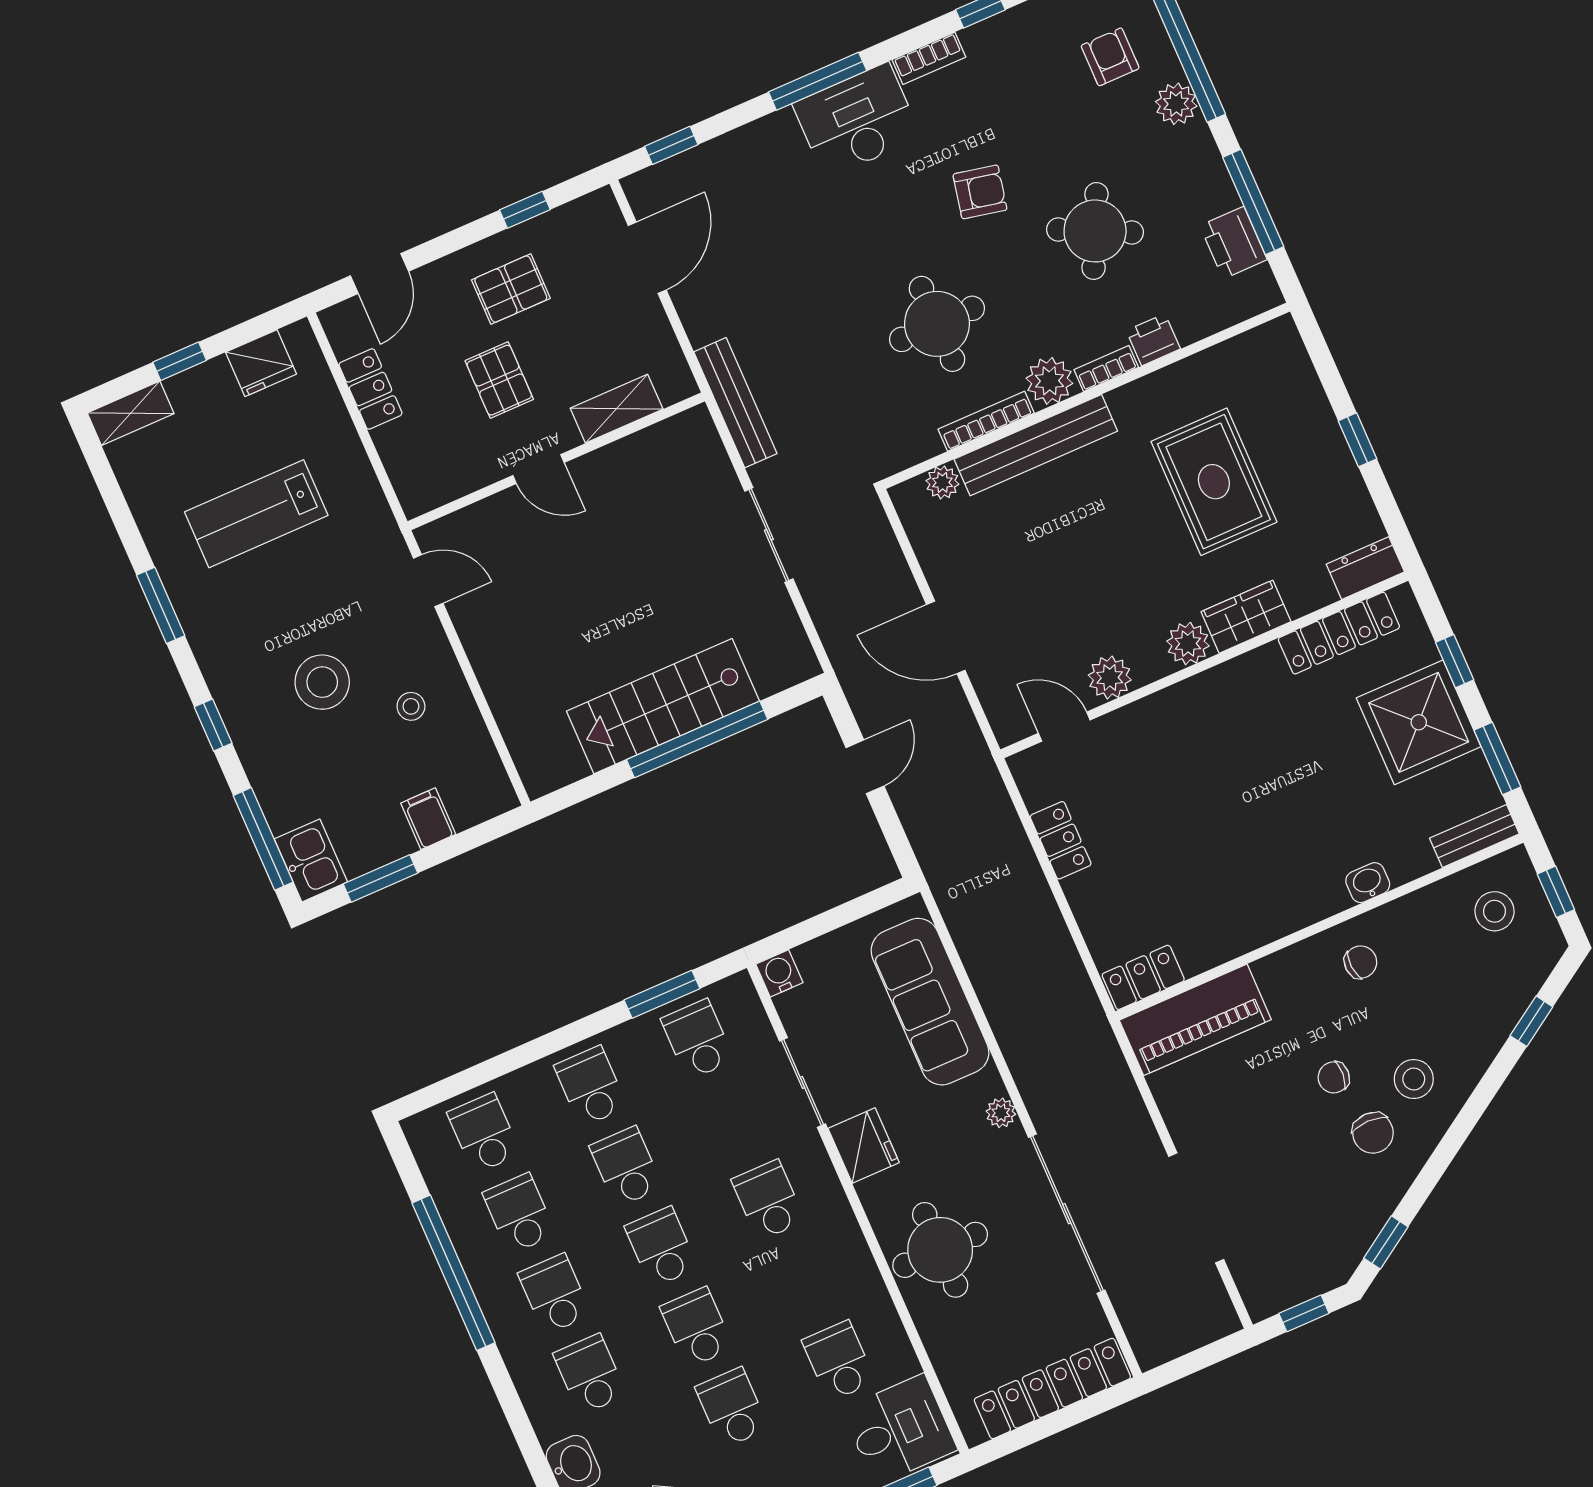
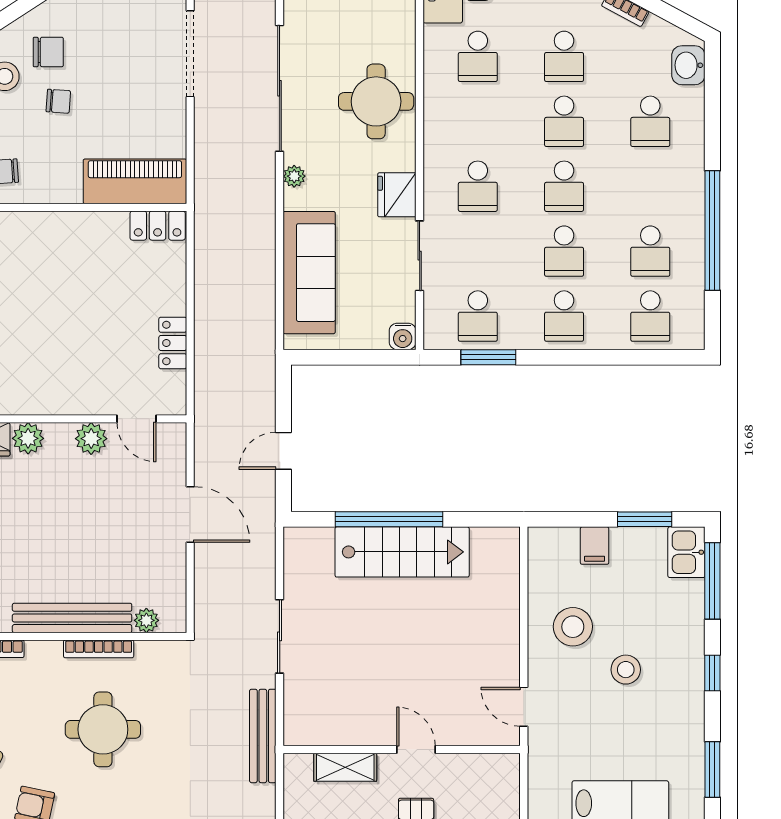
plant: (1049, 381) -> (44, 657), removed
stool: (322, 682) -> (626, 670), width x0.73, depth x0.73
stool: (411, 706) -> (573, 627), width x1.89, depth x1.89
chair: (1373, 1133) -> (48, 52), turned 90
school desk: (555, 1294) -> (650, 186), removed

